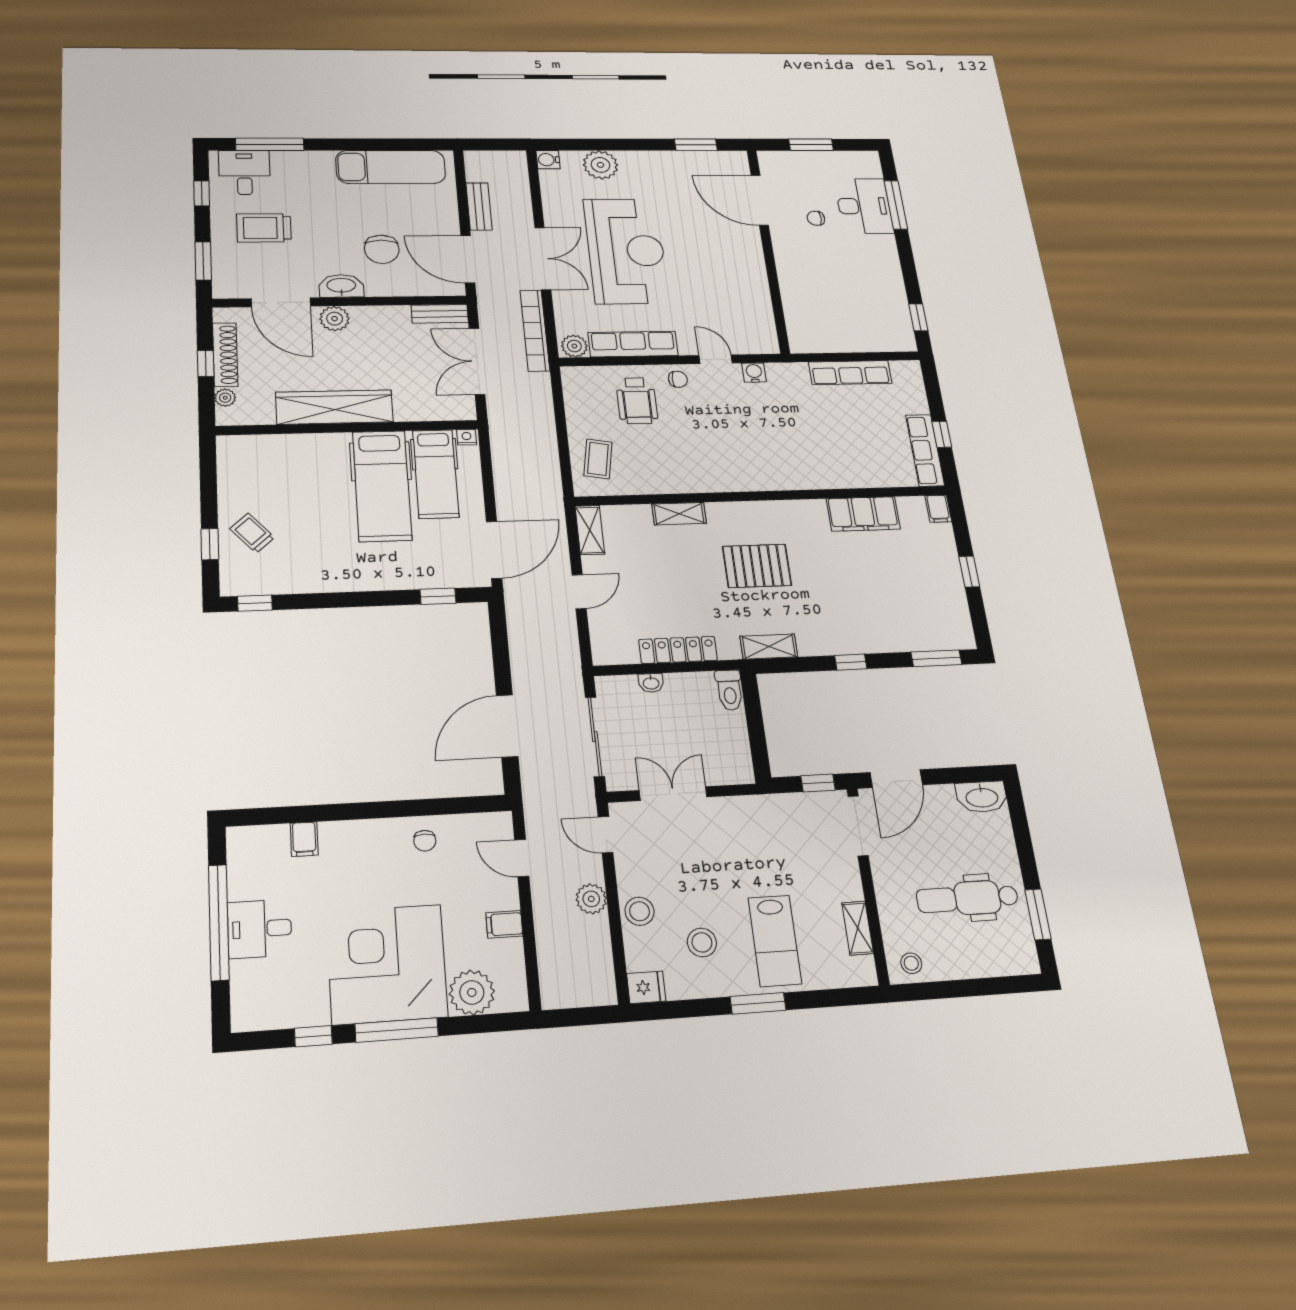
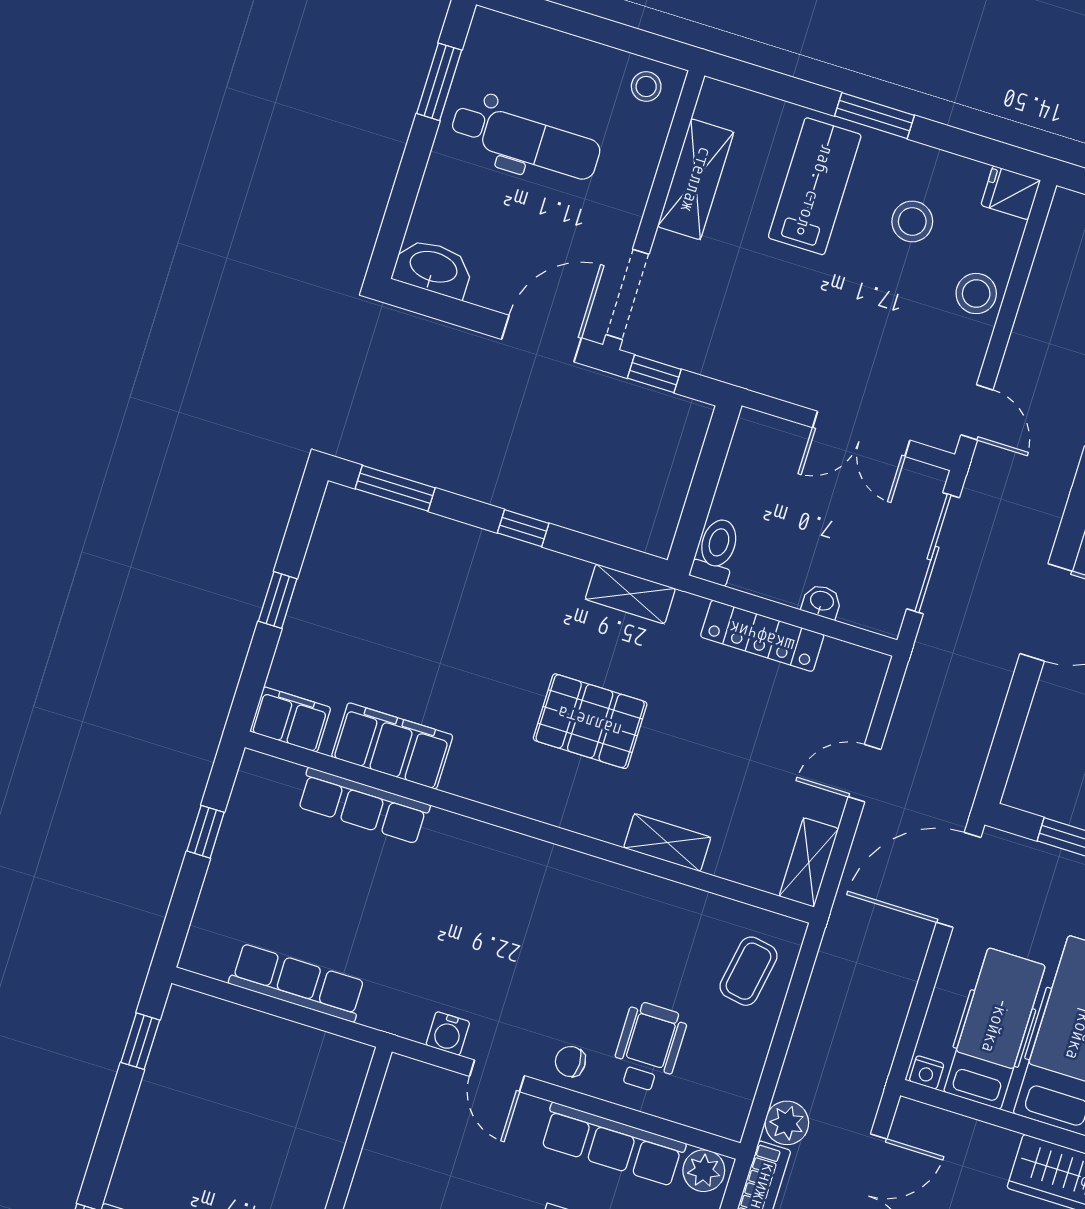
row of seats: (925, 450) -> (363, 806), moved, turned 90
filing cabinet: (938, 509) -> (290, 719), width x2.00
plant: (591, 899) -> (787, 1123), moved
shelving: (858, 928) -> (696, 179), width x1.50, depth x1.33

